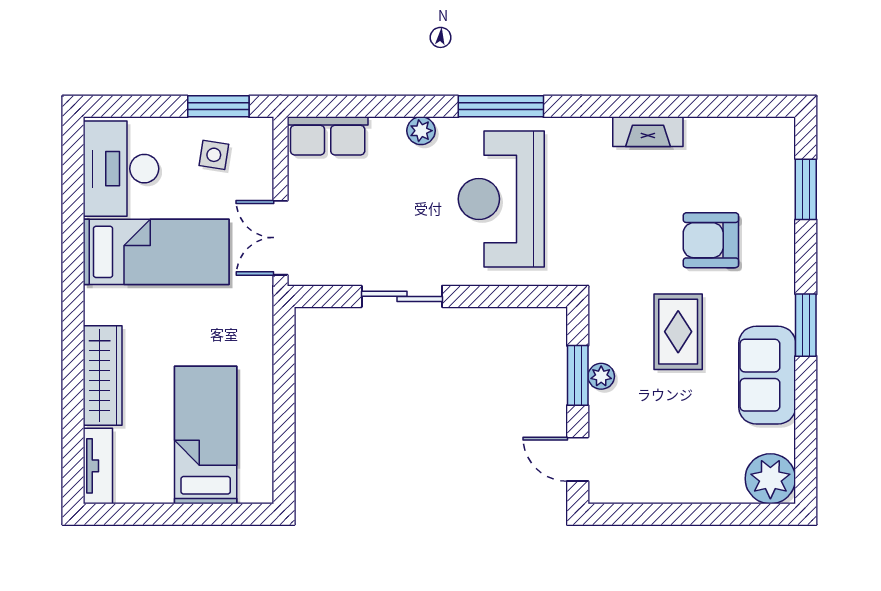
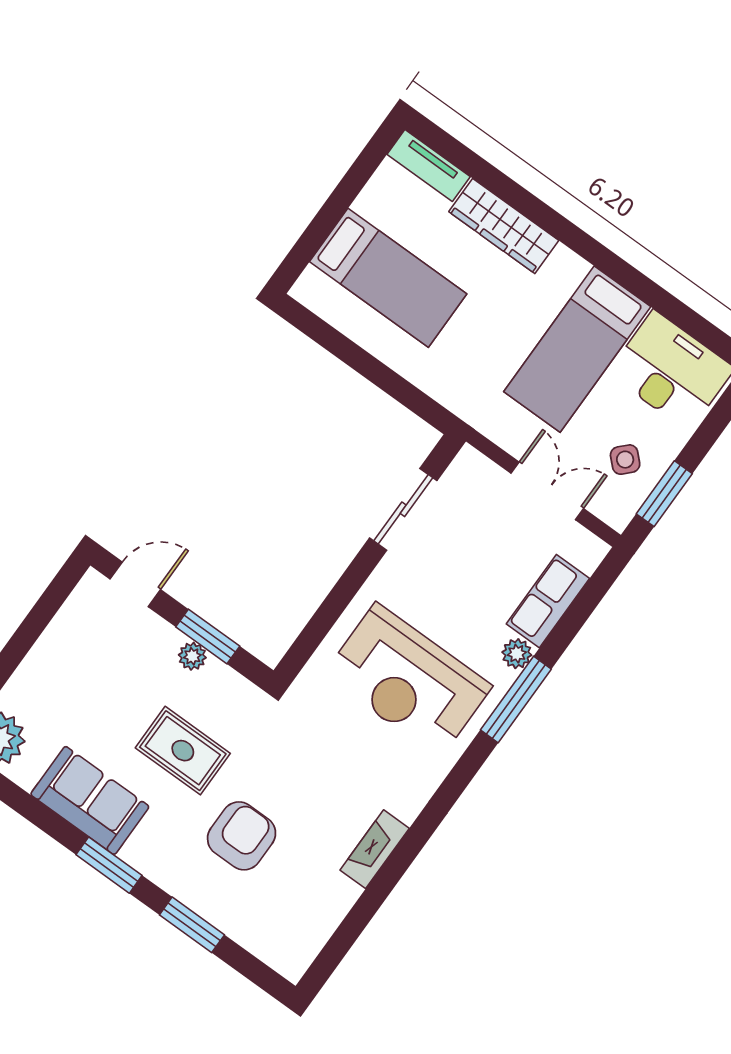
window: (501, 106) -> (516, 699), moved
row of seats: (328, 136) -> (548, 601), moved
side table: (214, 155) -> (625, 460), turned 35
window: (806, 189) -> (192, 925), moved
reception desk: (501, 199) -> (408, 680), turned 180
double door: (280, 238) -> (547, 491), moved
sliding door: (402, 296) -> (403, 509), moved

